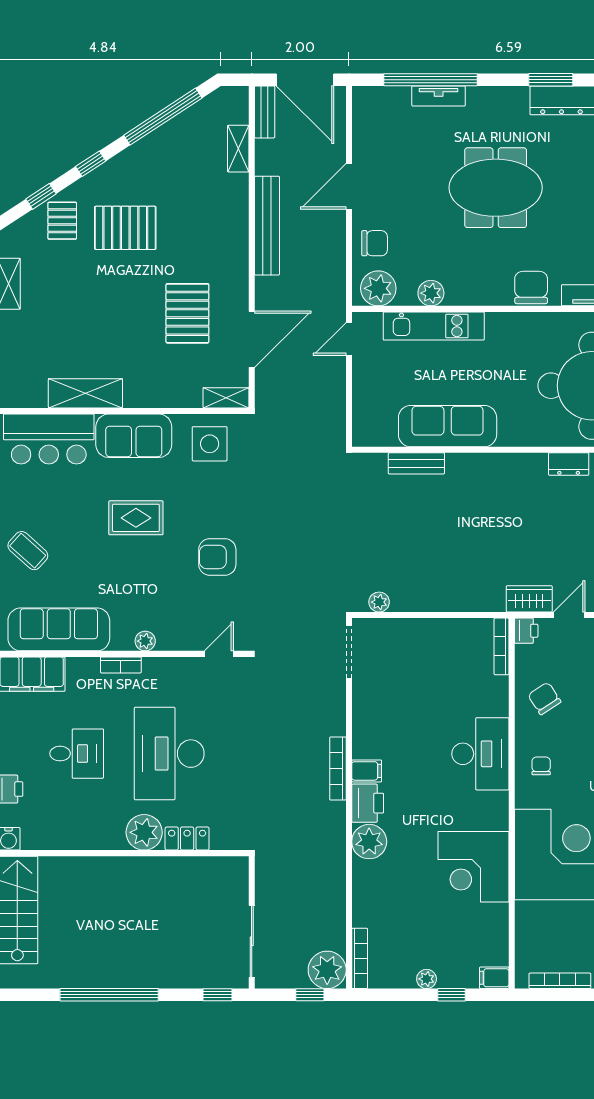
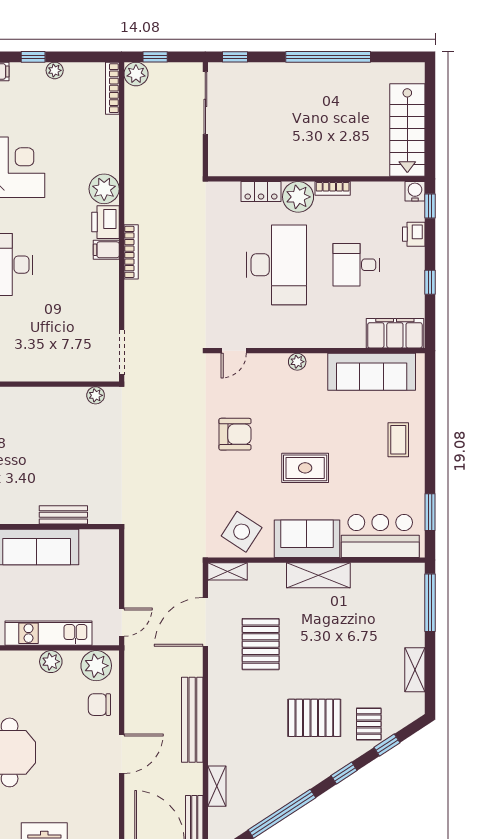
shelving: (85, 393) -> (318, 575), moved
side table: (210, 444) -> (242, 532), turned 33
coffee table: (28, 551) -> (398, 440), turned 48
bookcase: (121, 665) -> (333, 188), moved, turned 180
plant: (327, 970) -> (136, 74), width x0.73, depth x0.73

